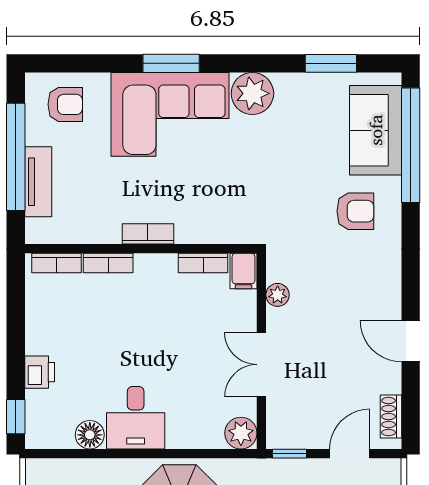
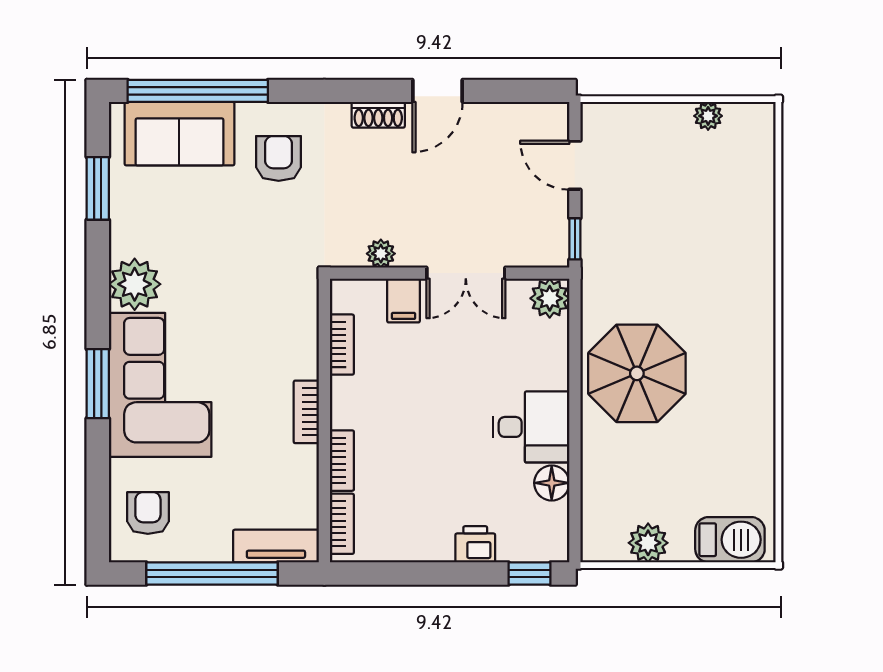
tv unit: (38, 182) -> (276, 546), moved
filing cabinet: (243, 271) -> (404, 301), moved, turned 90
shoe rack: (391, 417) -> (378, 115), moved

